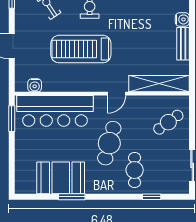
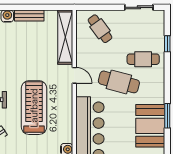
treadmill: (81, 49) -> (34, 108), turned 180

